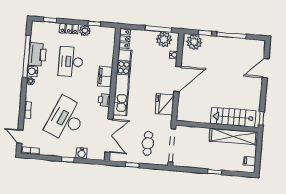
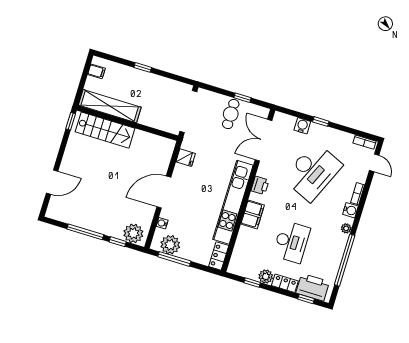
printer: (37, 54) -> (313, 287), moved, turned 90
water cooler: (32, 71) -> (350, 210), moved
fridge: (165, 104) -> (186, 158), width x0.53, depth x0.75
cafe table: (148, 143) -> (231, 114), moved

